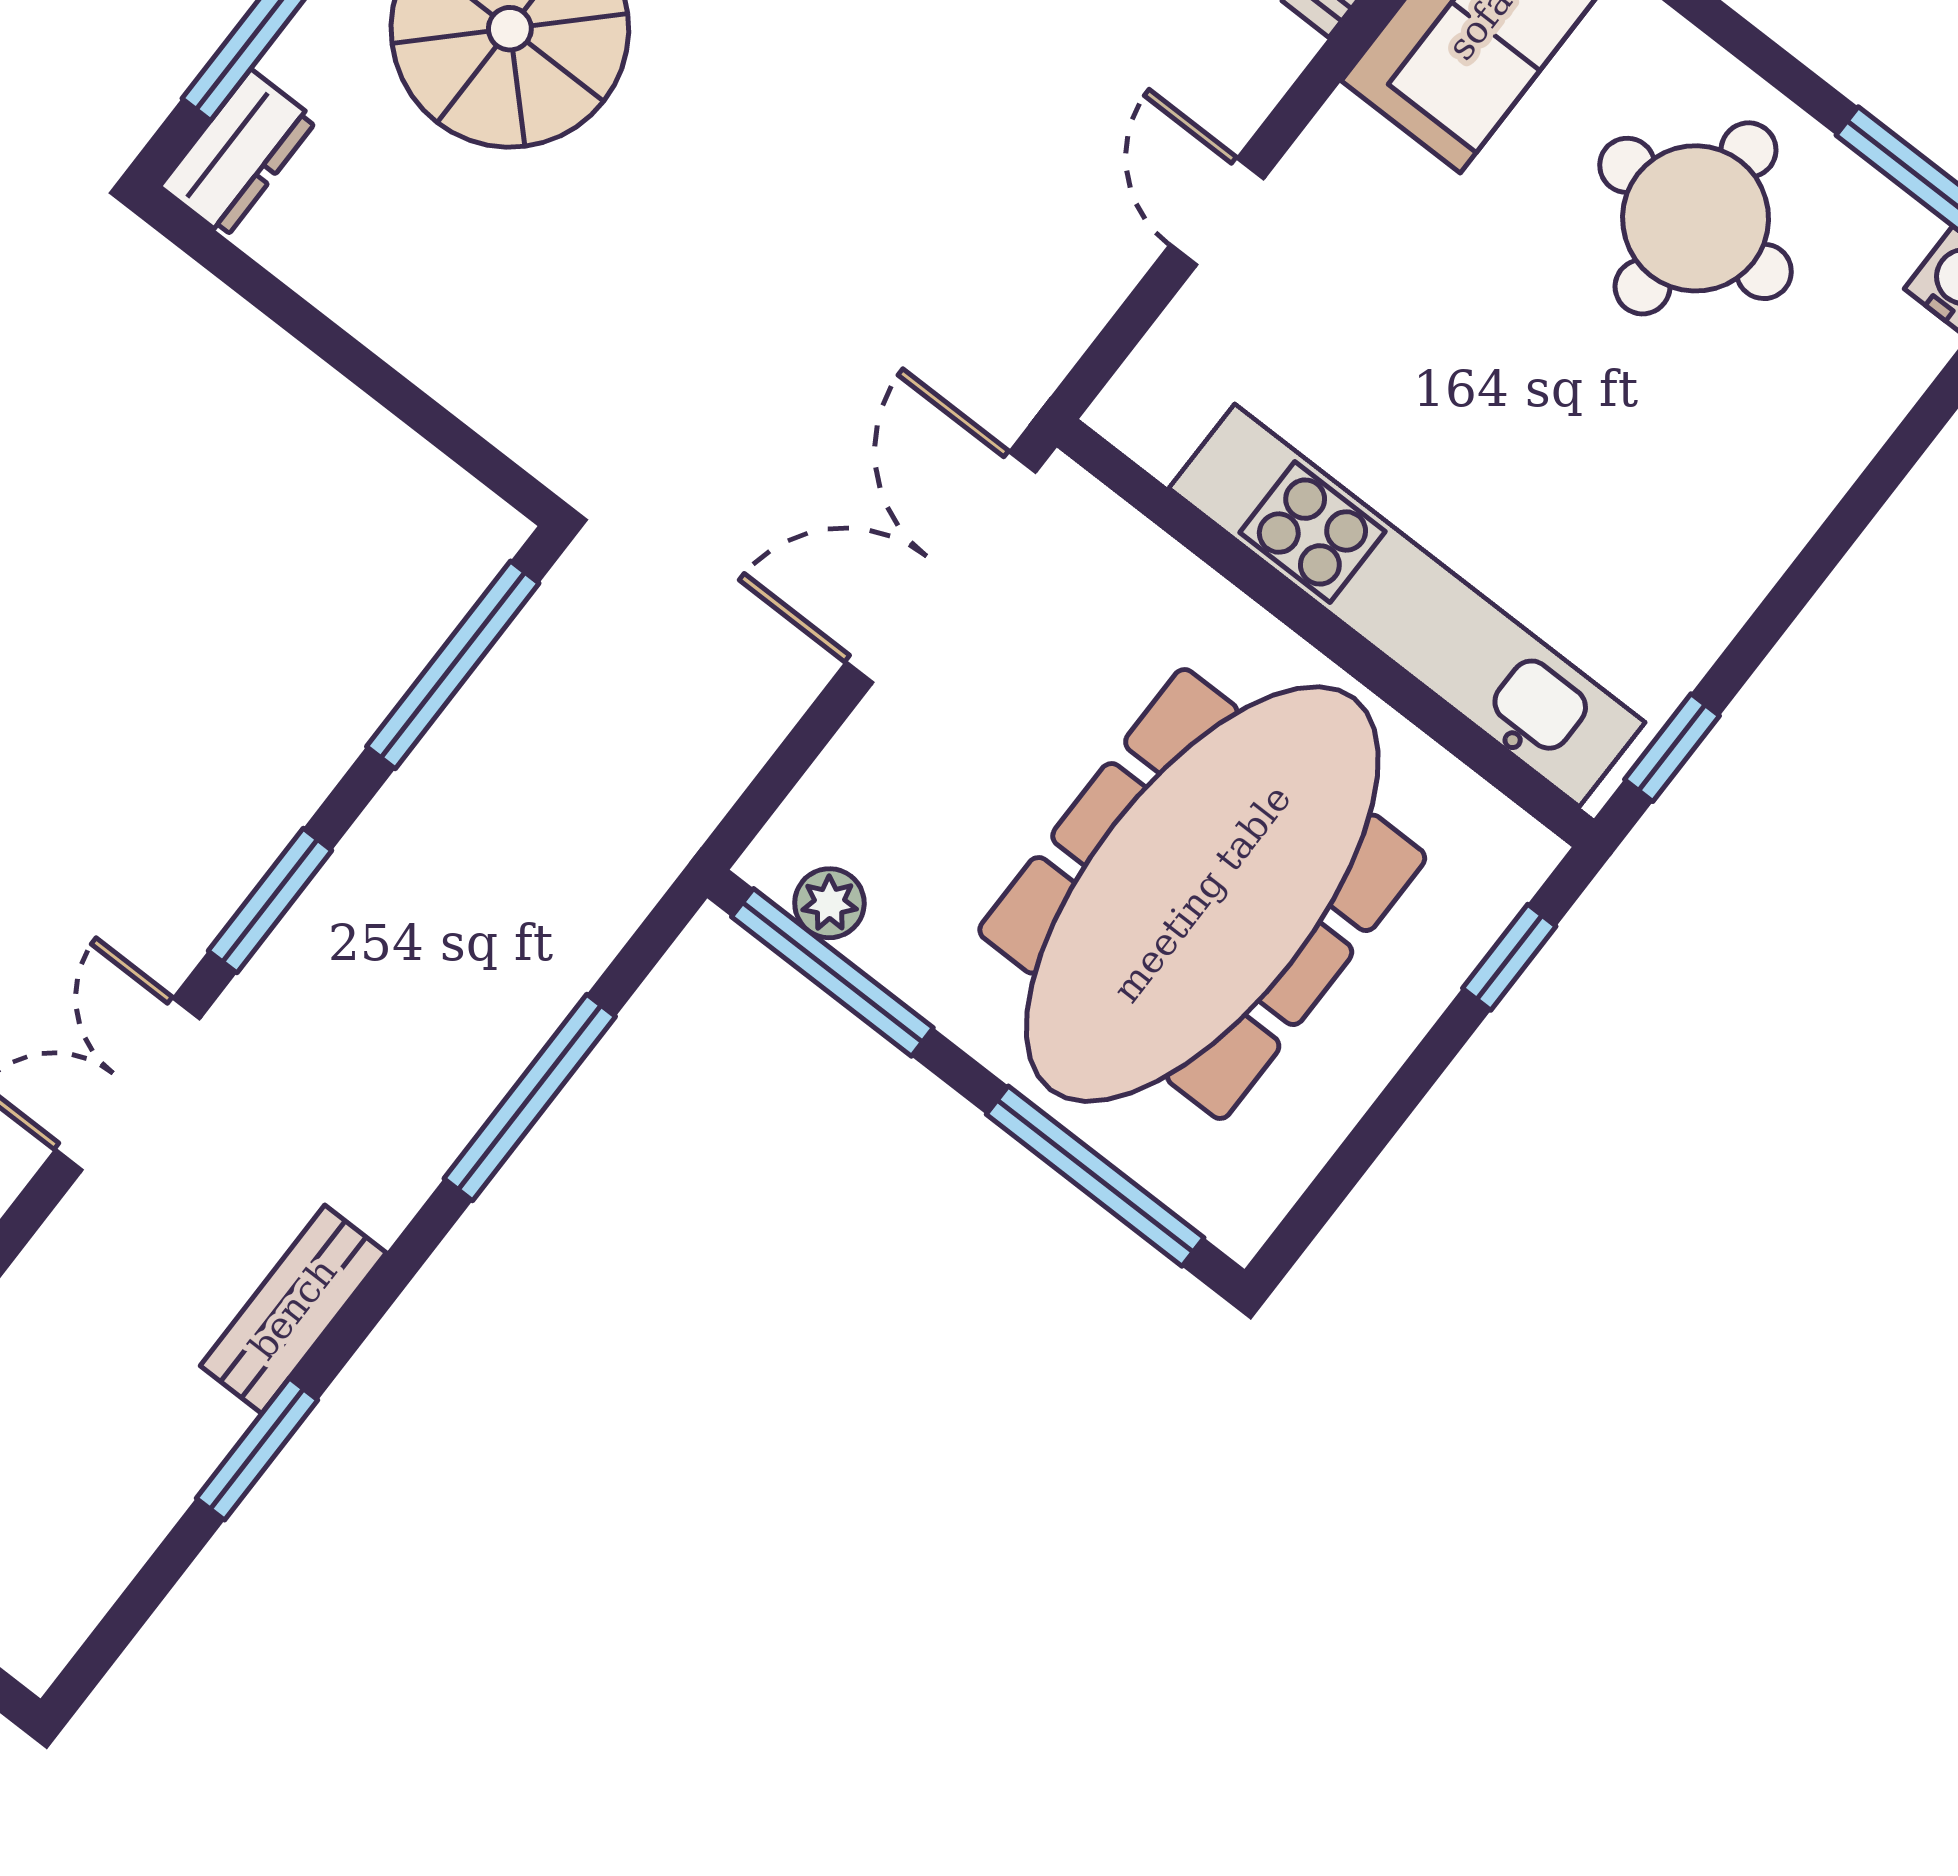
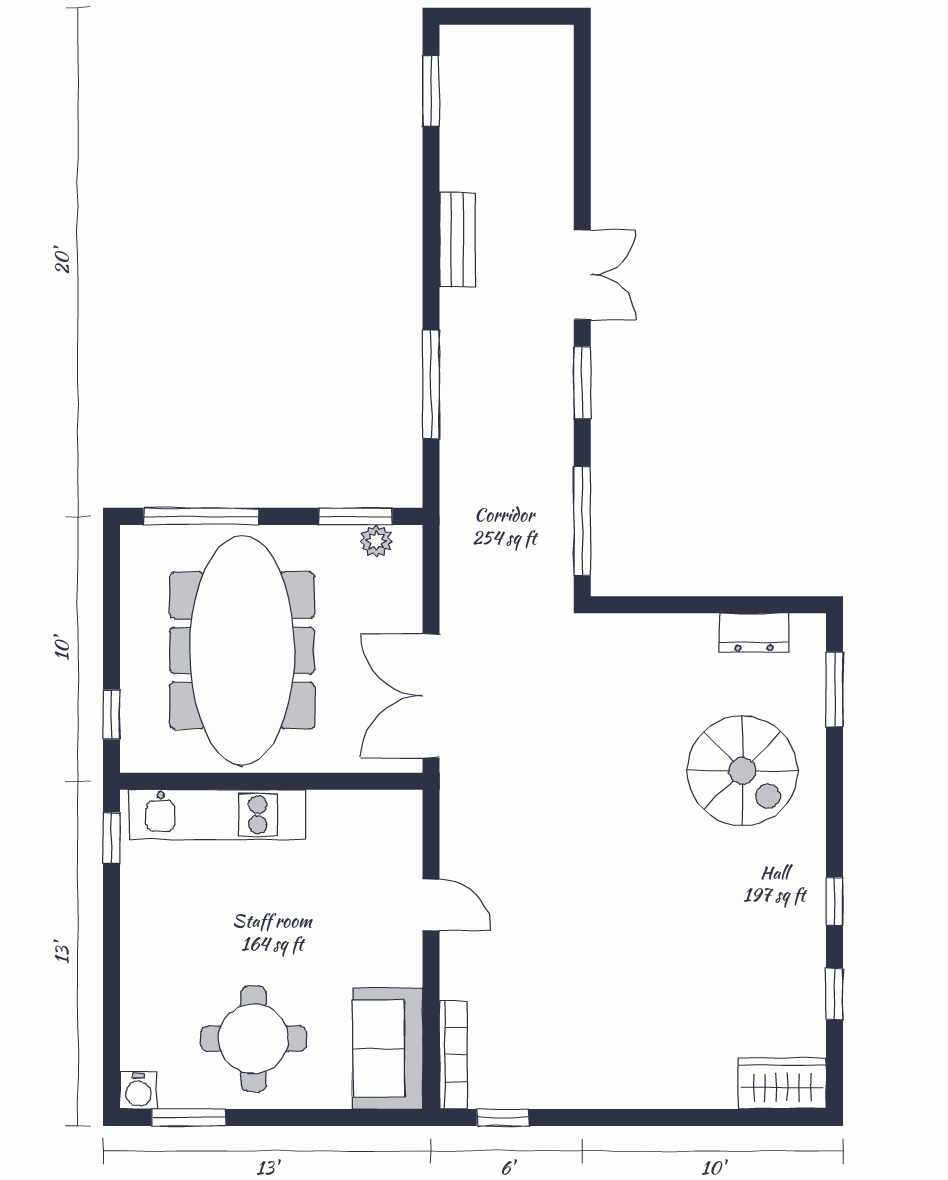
dresser: (238, 153) -> (754, 633), moved, turned -90
double door: (941, 567) -> (431, 696), swing flipped
kitchen unit: (1407, 605) -> (217, 815), width x0.73
window: (832, 972) -> (356, 516), width x0.69
window: (257, 1449) -> (431, 91), moved

